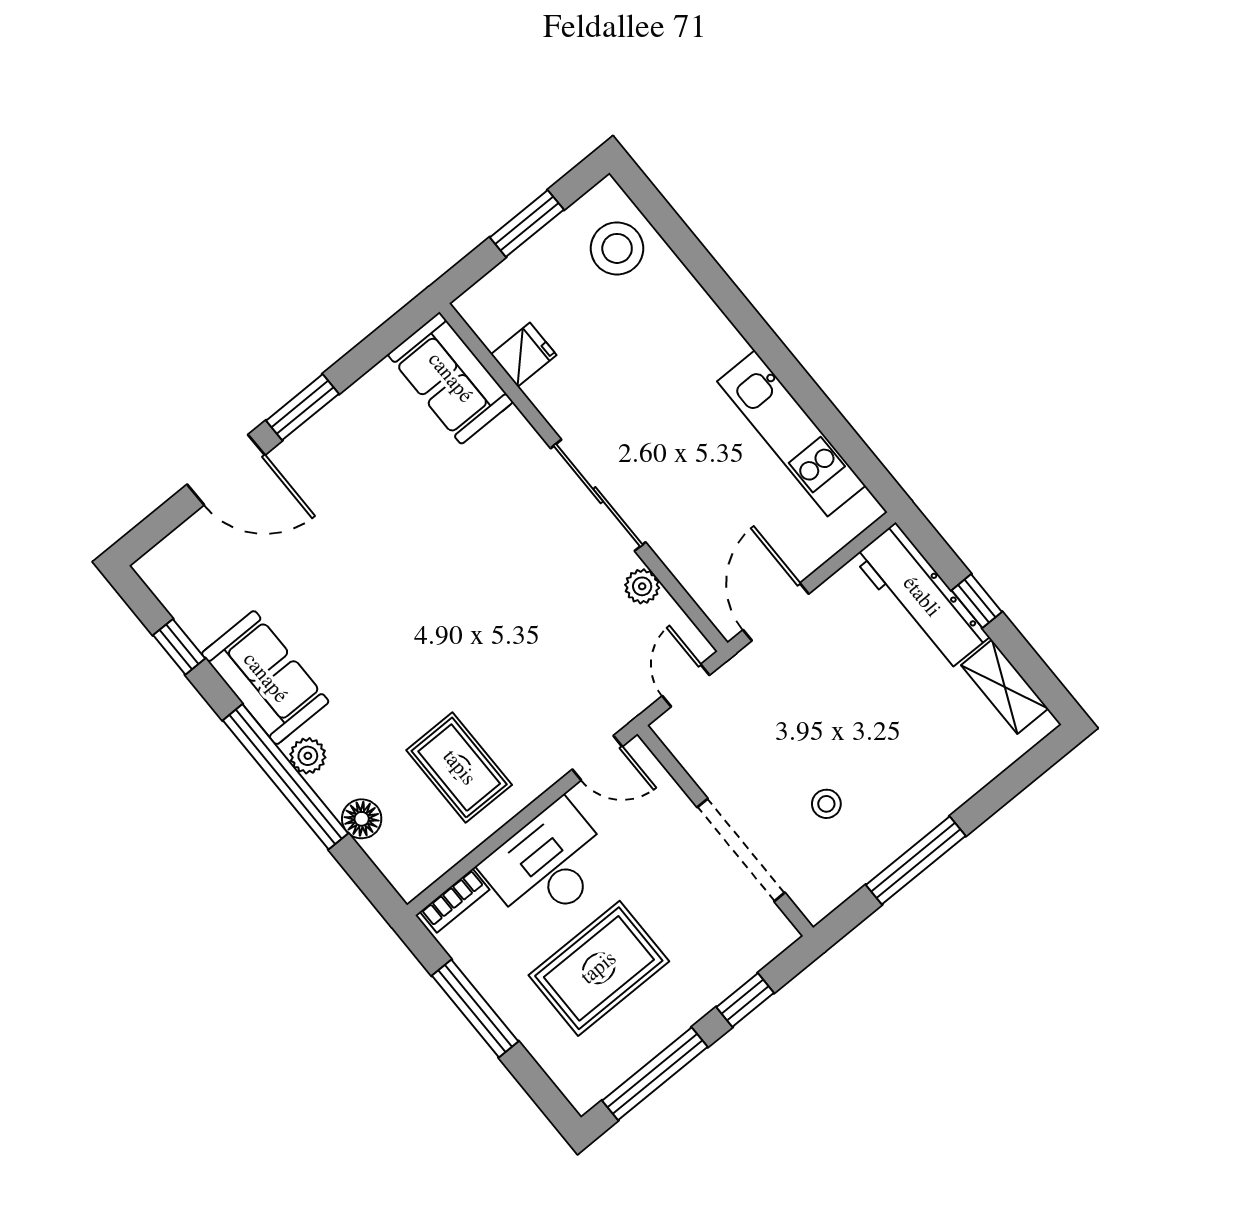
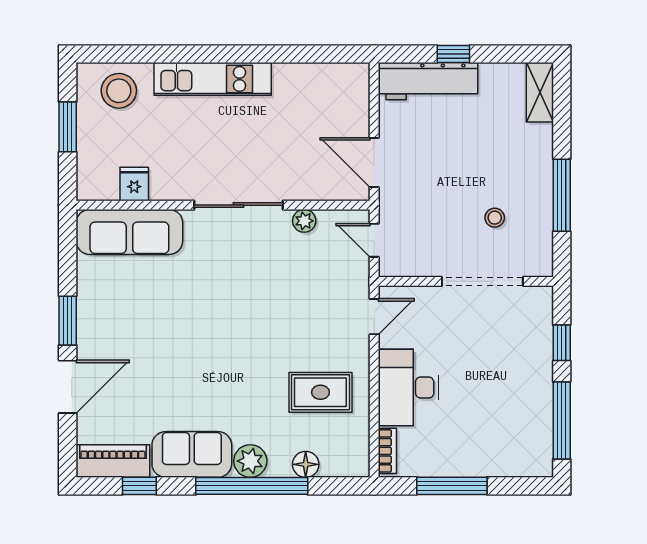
sofa: (450, 378) -> (129, 232), width x1.36
kitchen unit: (791, 433) -> (213, 79), moved
piano: (183, 593) -> (113, 461), added
shelving: (1005, 687) -> (540, 92), moved, turned 90
plant: (308, 756) -> (250, 461), width x1.38, depth x1.38
rug: (599, 968) -> (483, 405), removed

